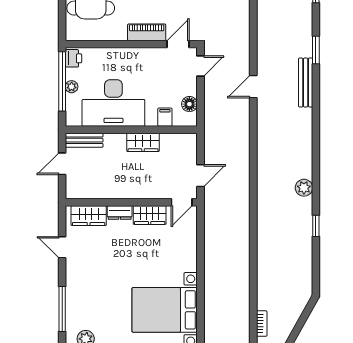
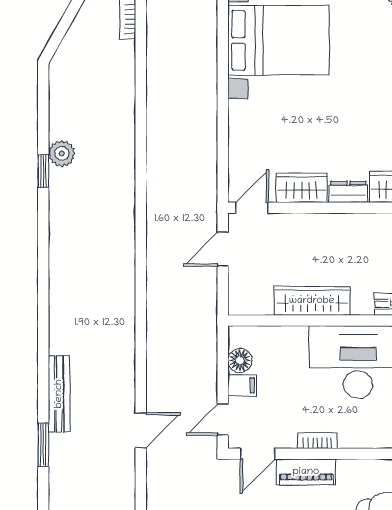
bookcase: (140, 52) -> (318, 441), added
door: (253, 87) -> (141, 430), moved
filing cabinet: (165, 117) -> (242, 385), moved, turned -90
wardrobe: (143, 142) -> (312, 301), width x1.50
plant: (304, 188) -> (62, 153), moved

